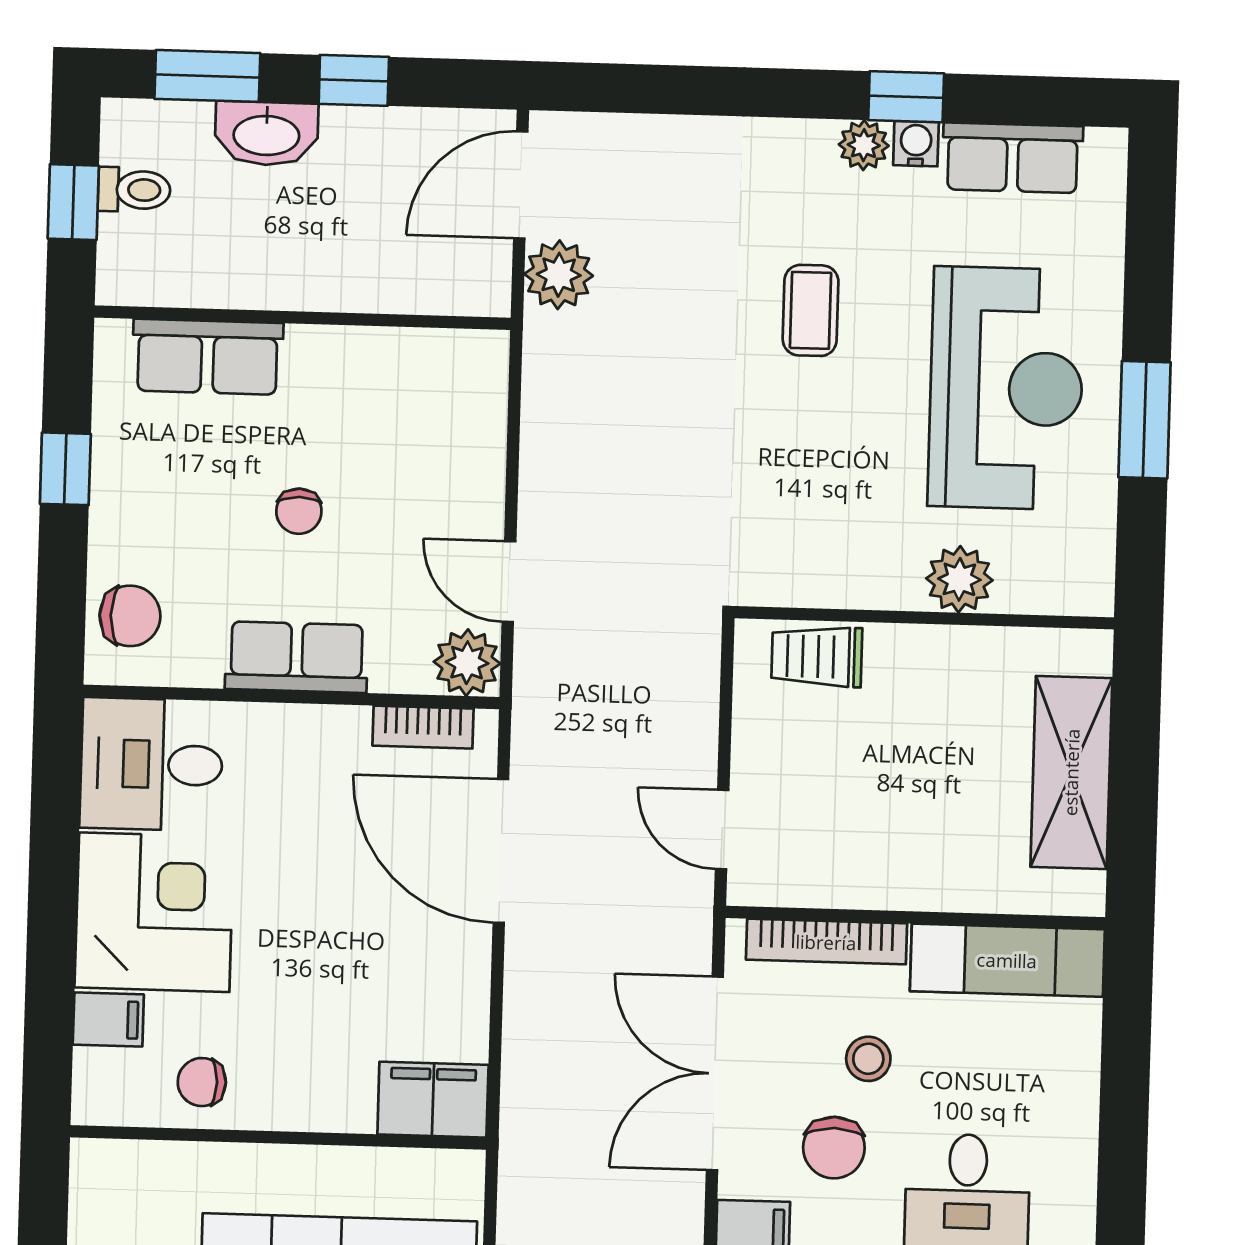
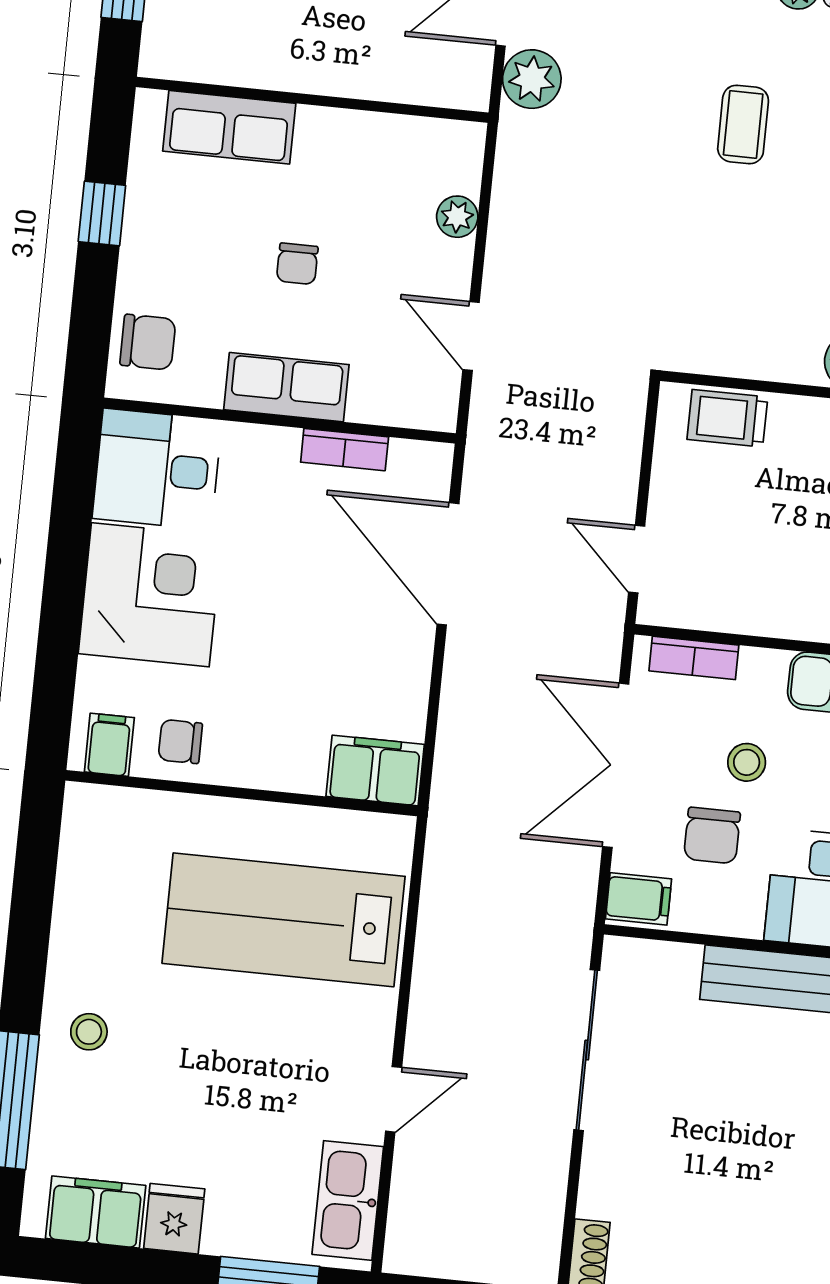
plant: (467, 663) -> (457, 217), moved, width x0.73, depth x0.73
bookcase: (423, 727) -> (345, 450), moved
bookcase: (826, 942) -> (694, 658), width x0.64
filing cabinet: (108, 1019) -> (109, 745), moved, turned -90

